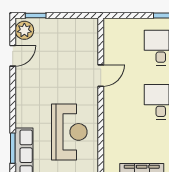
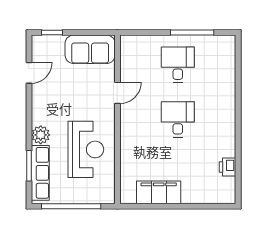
plant: (24, 30) -> (41, 135), moved
sofa: (74, 32) -> (90, 49), added

